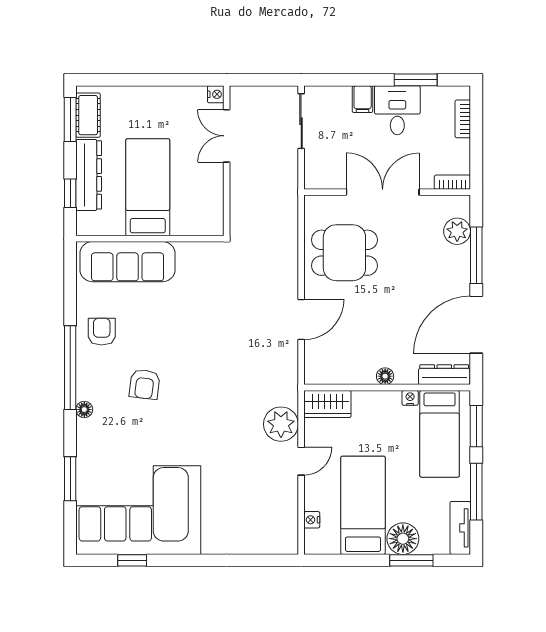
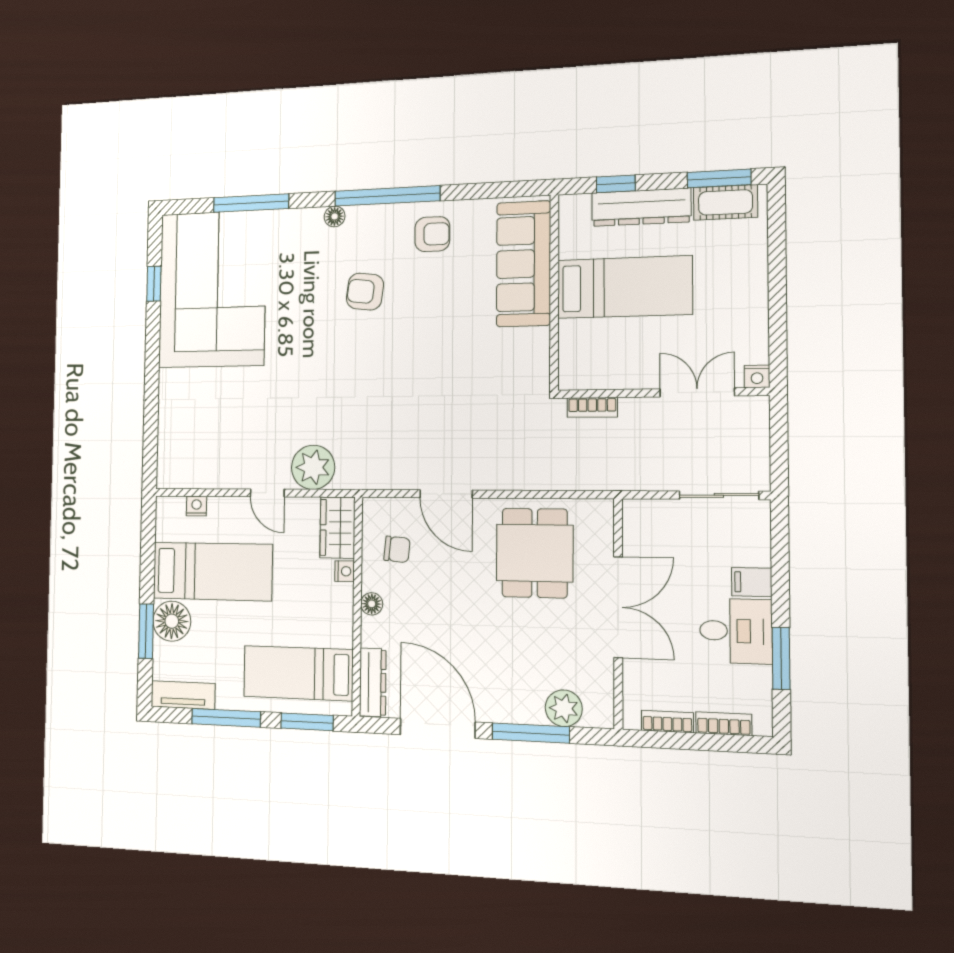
bookcase: (452, 182) -> (667, 722), moved, turned -90
bookcase: (237, 211) -> (592, 407), added
chair: (343, 357) -> (397, 549), added
nightstand: (410, 398) -> (345, 571), moved
window: (70, 479) -> (251, 203), width x1.44

